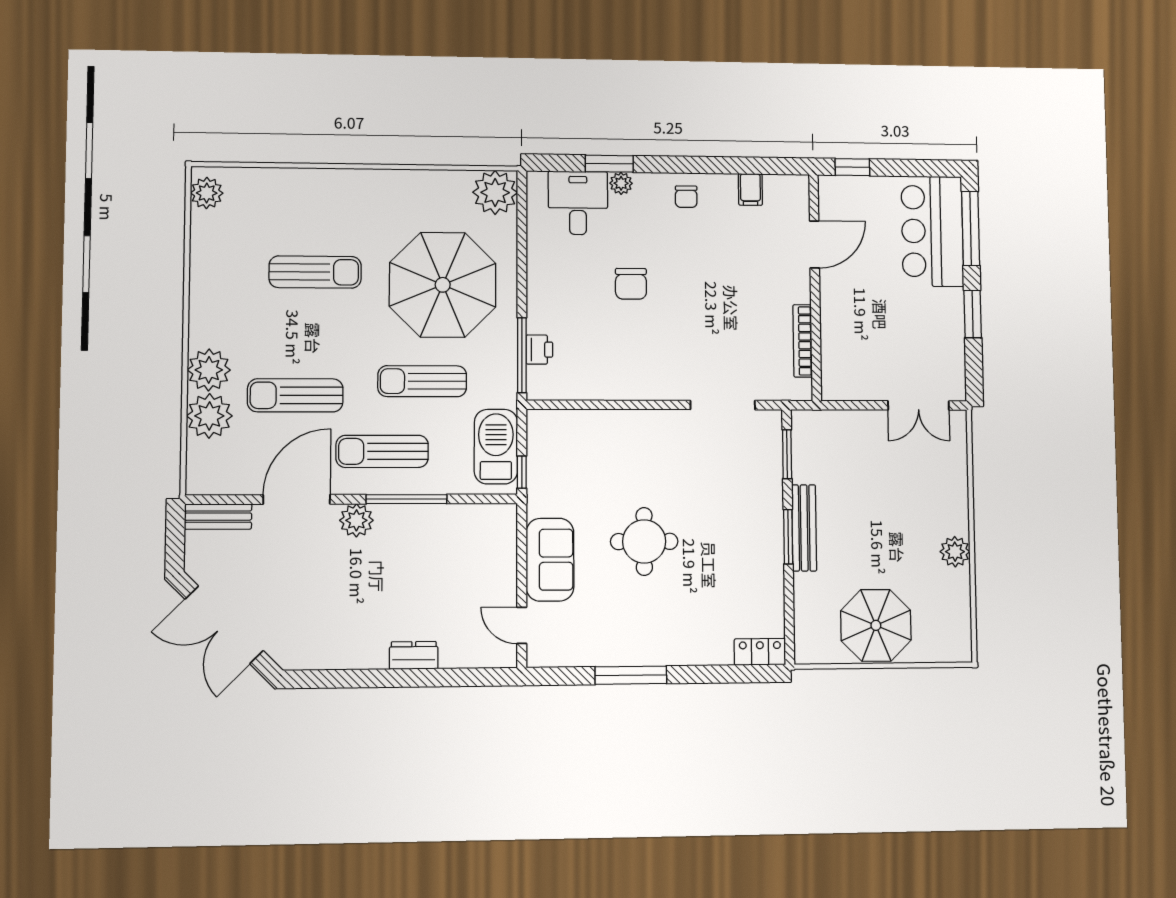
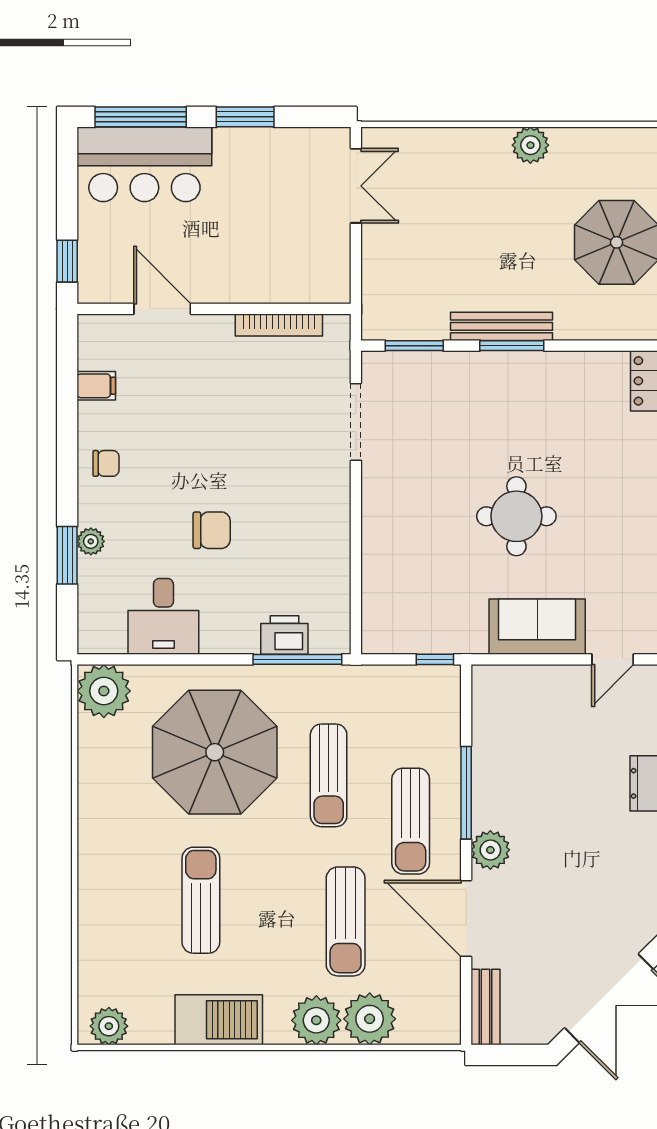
desk: (578, 203) -> (163, 616), moved, turned -90
printer: (539, 350) -> (284, 635), width x1.36, depth x1.24
barbecue: (496, 447) -> (219, 1020), moved, turned 180

